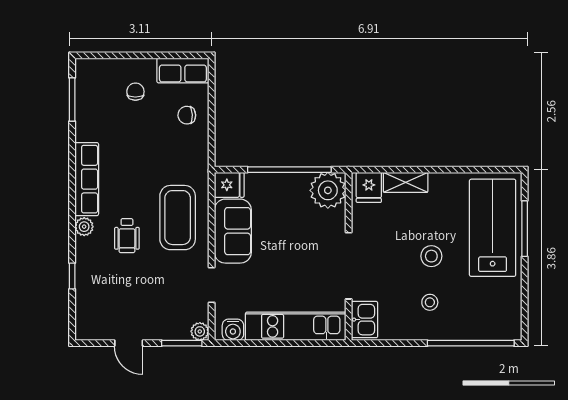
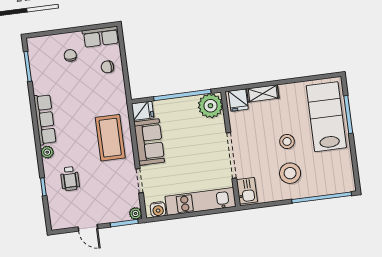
wheelchair: (127, 236) -> (70, 179), moved
stool: (430, 302) -> (290, 173), width x1.89, depth x1.89

